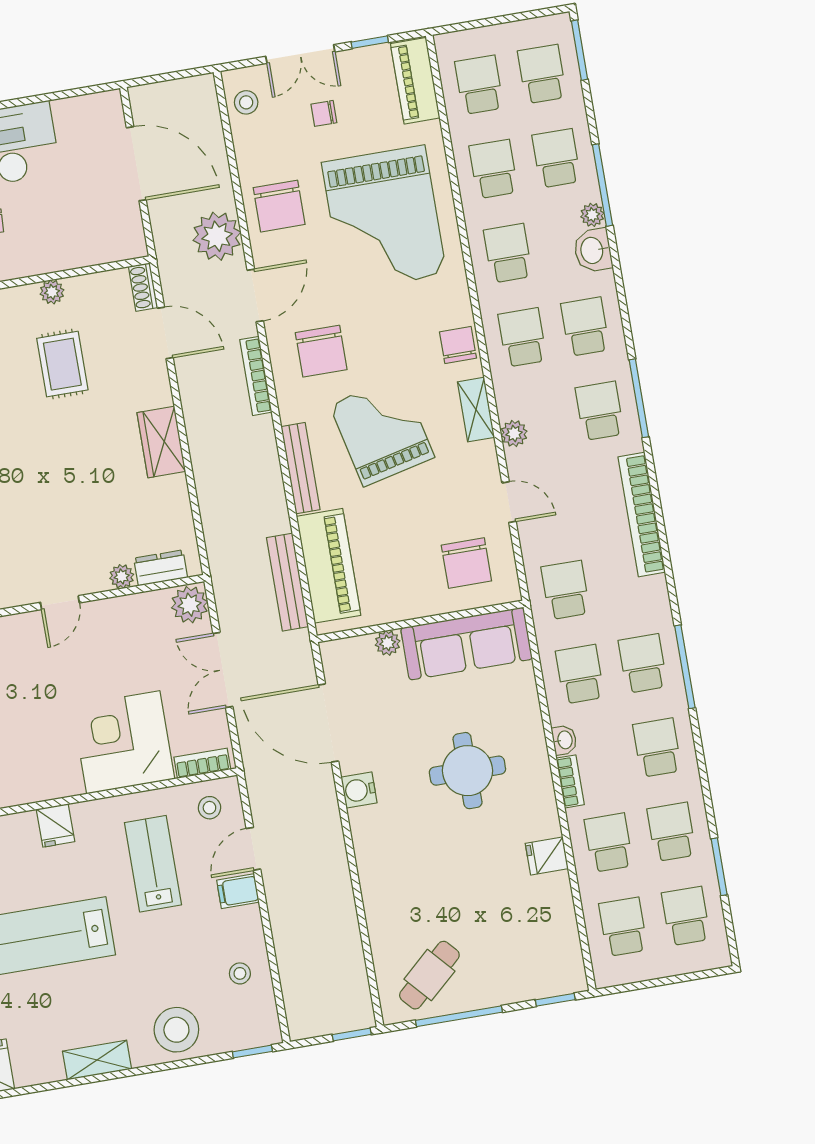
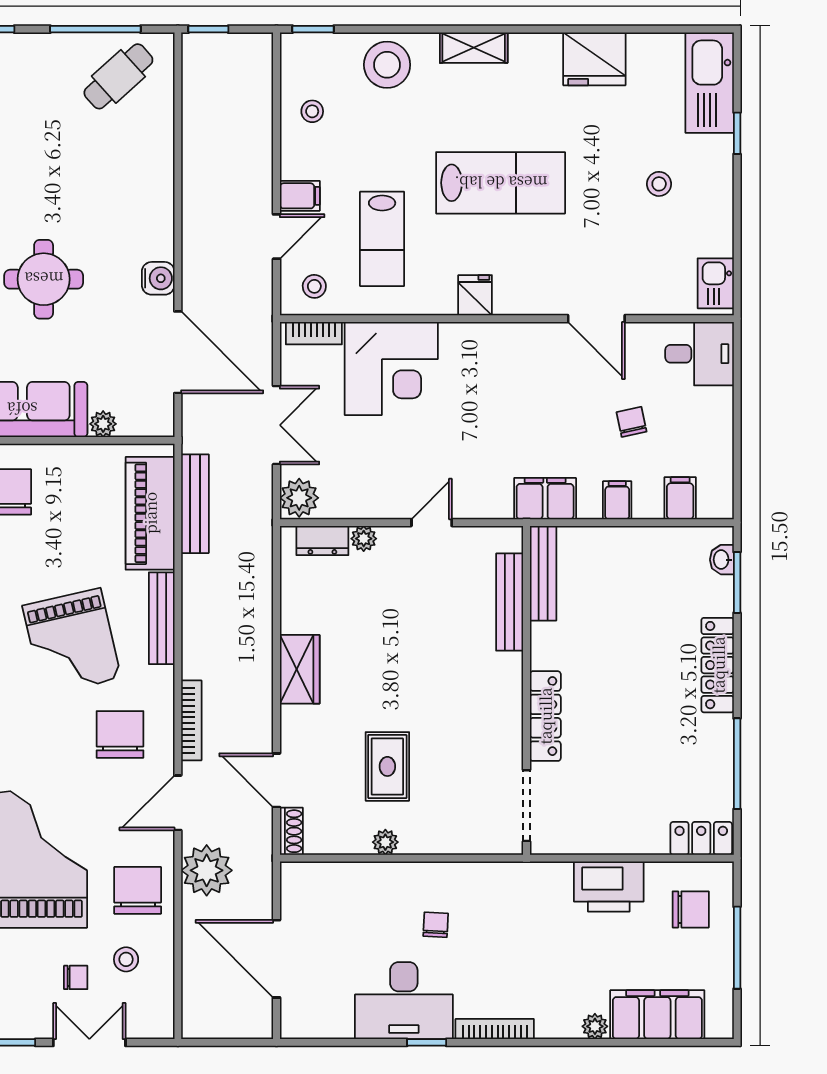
stool: (246, 102) -> (126, 959), moved

